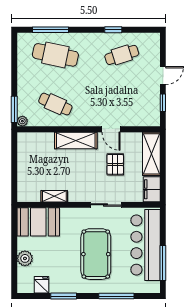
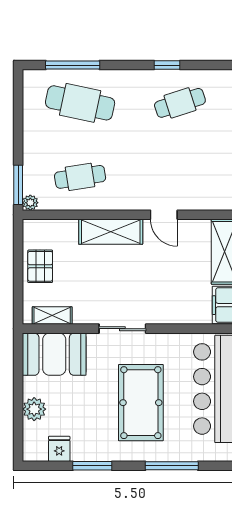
cafe table: (55, 104) -> (80, 177), turned -33
pallet: (115, 164) -> (40, 266), moved
shelving: (54, 196) -> (52, 316), moved
sliding door: (106, 205) -> (122, 329), moved

